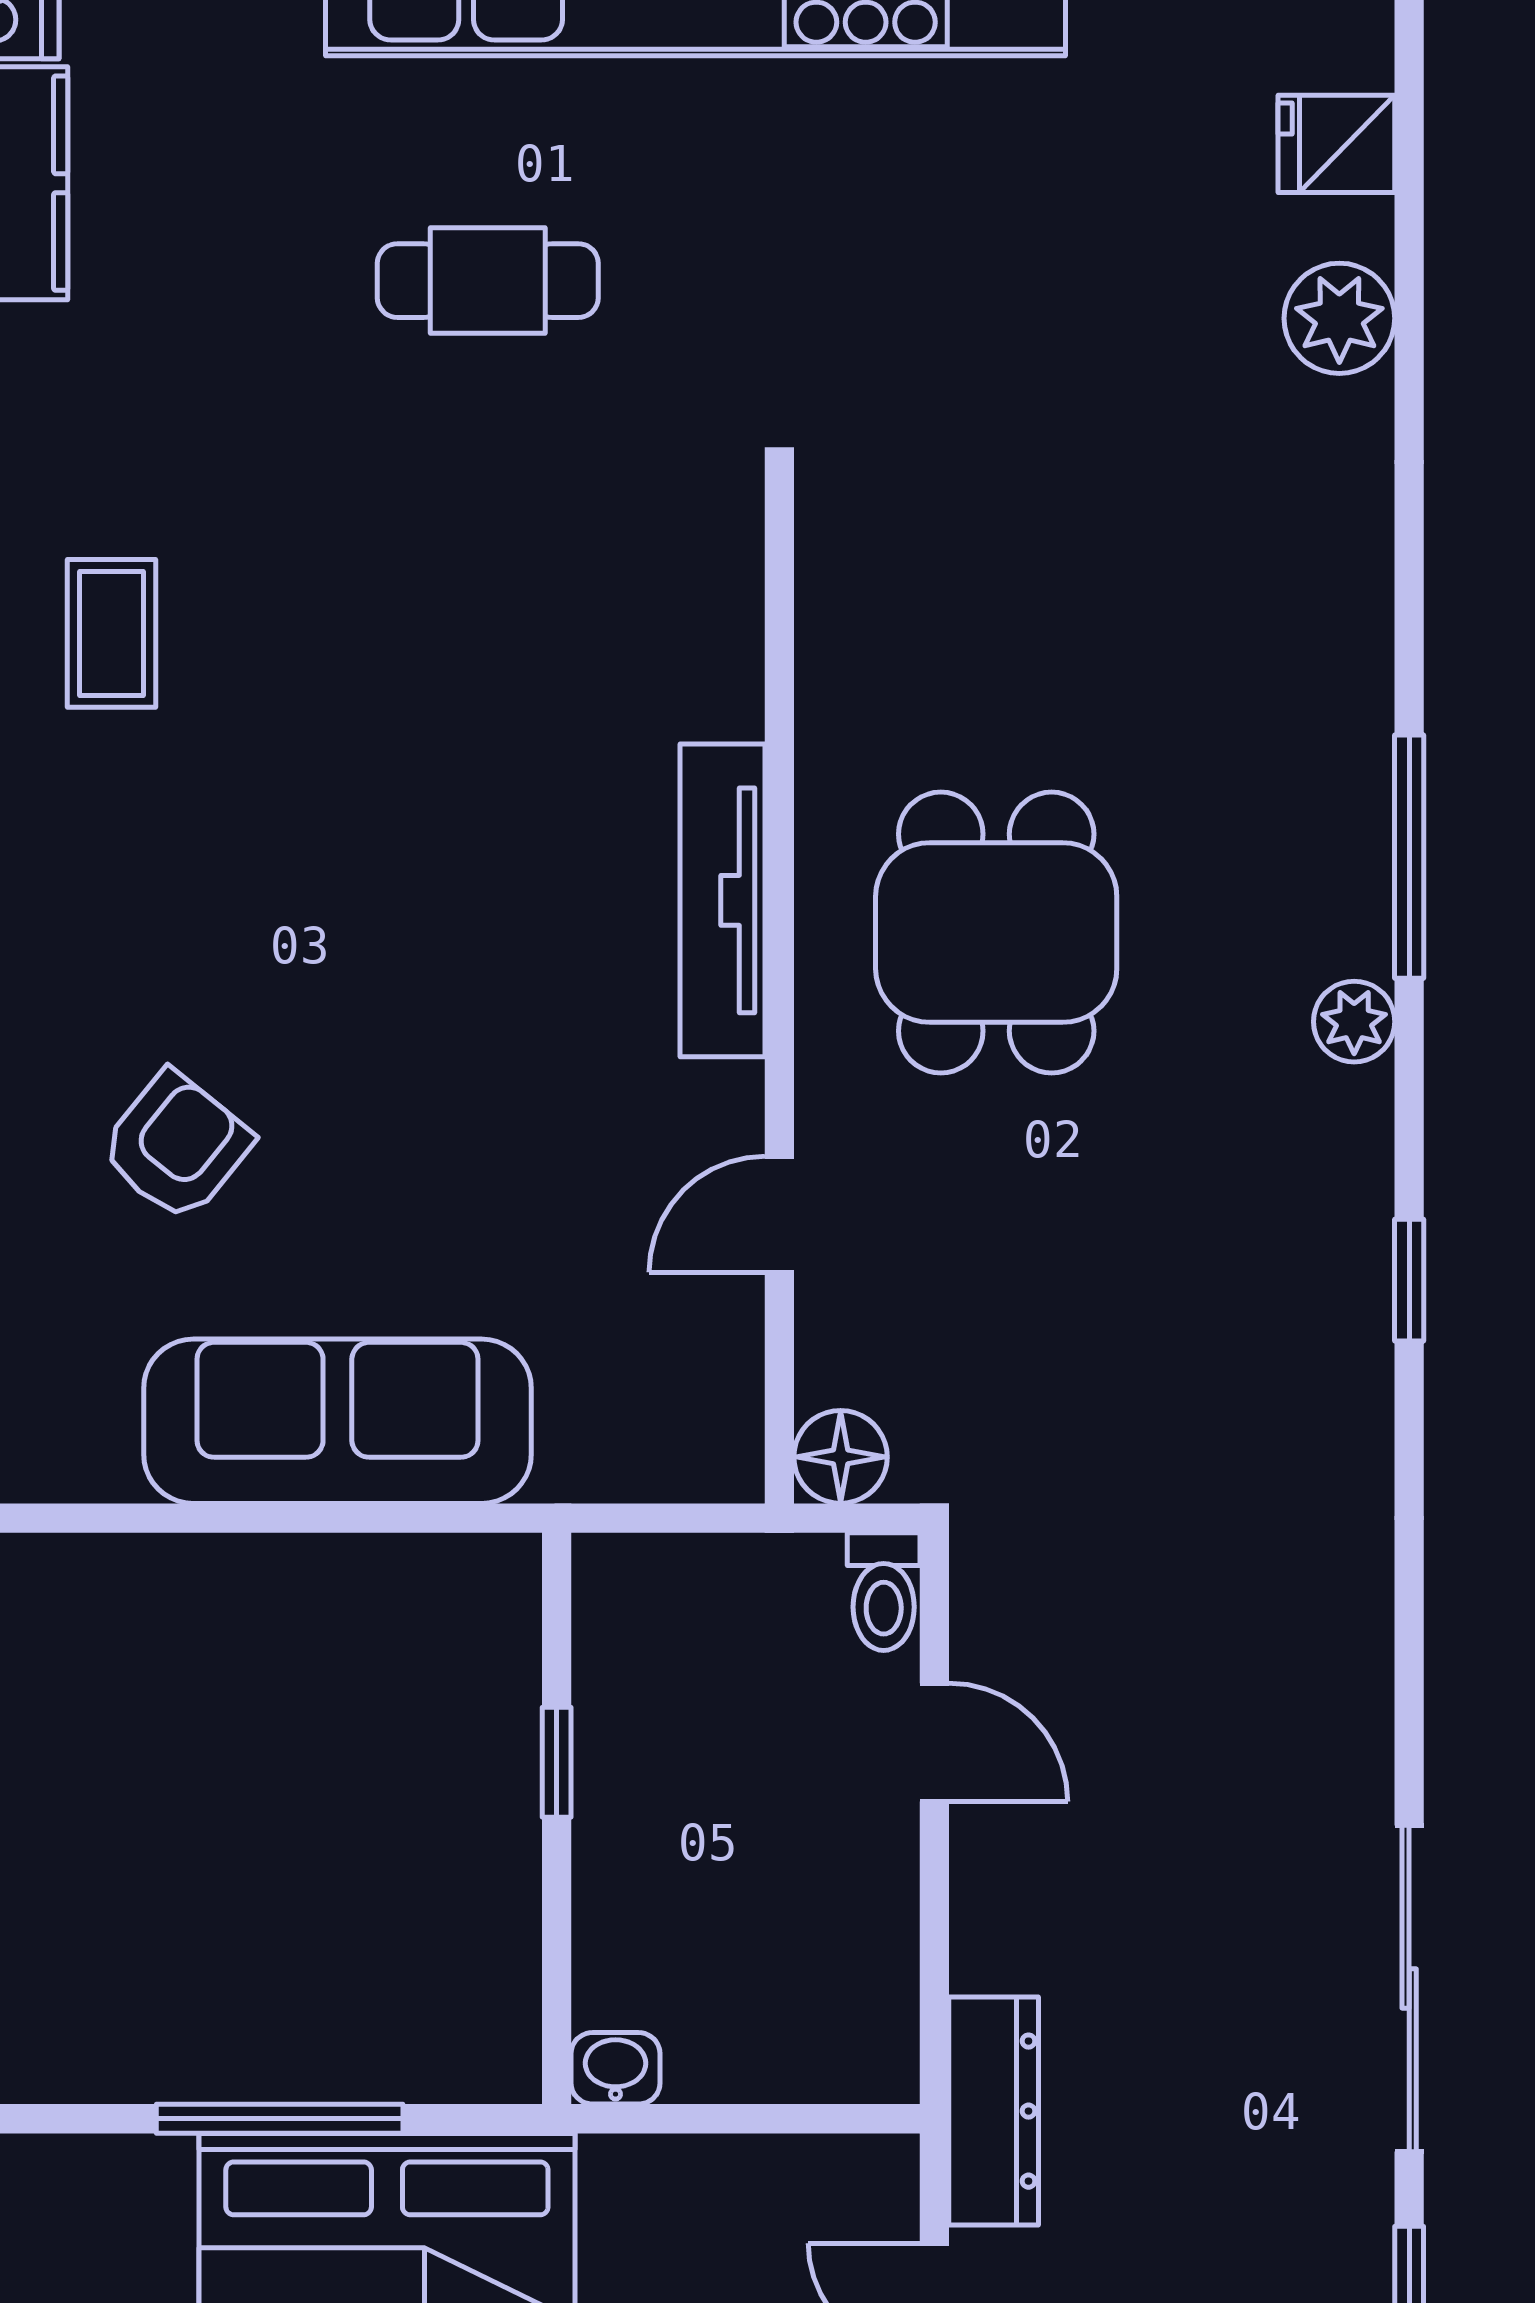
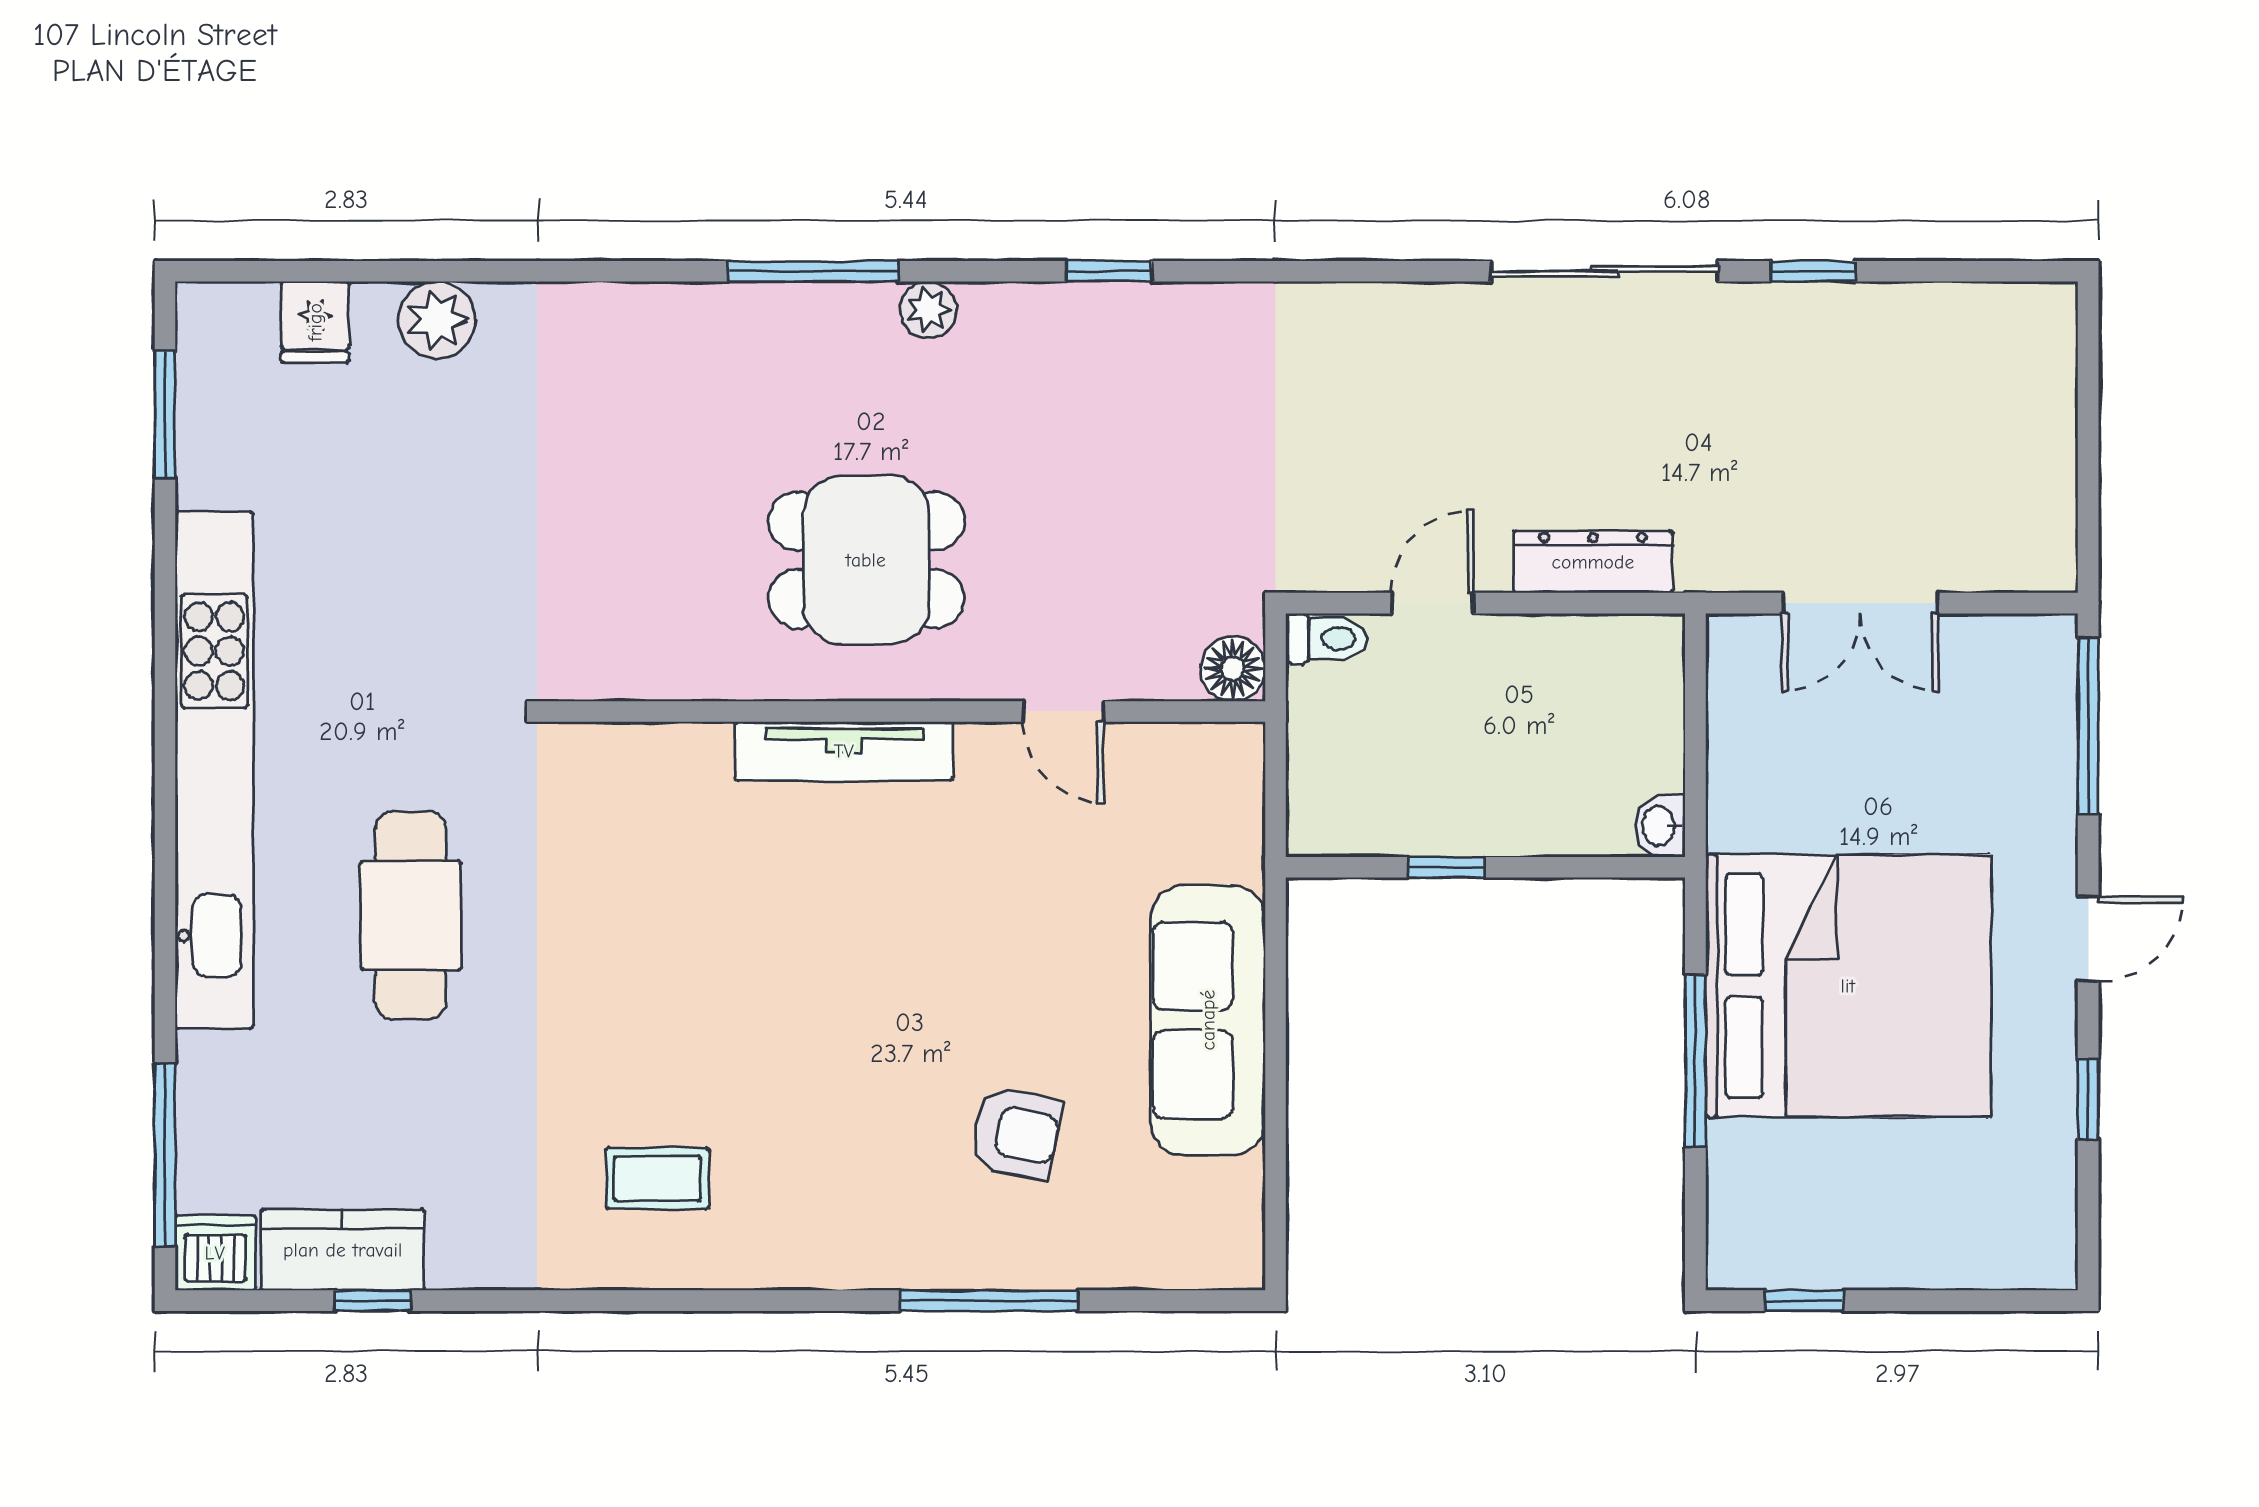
cafe table: (488, 281) -> (411, 915), width x1.37, depth x1.35
armchair: (176, 1146) -> (1016, 1133), turned 152
dresser: (994, 2111) -> (1593, 562), moved

